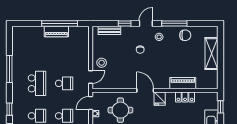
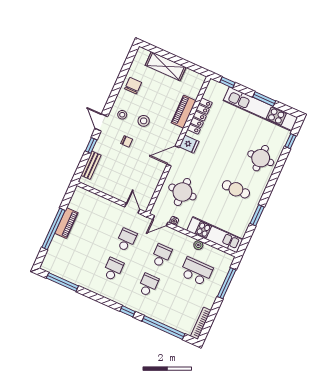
window: (60, 23) -> (53, 229), moved
window: (174, 23) -> (115, 92), removed
stool: (102, 63) -> (144, 121), moved
window: (9, 69) -> (62, 282), moved
school desk: (37, 83) -> (113, 269), width x0.54
locker: (185, 97) -> (200, 116), width x1.53
door: (91, 103) -> (160, 221), hinge flipped

